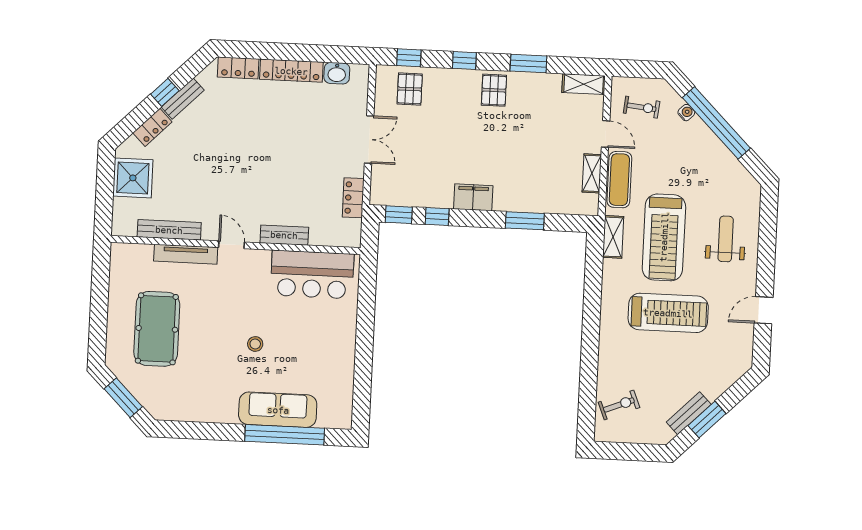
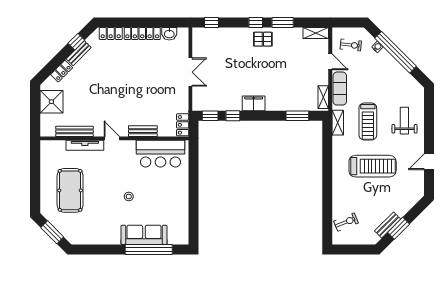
window: (464, 60) -> (256, 22), moved
pallet: (410, 89) -> (213, 41), removed
pallet: (494, 90) -> (263, 39), turned 90
window: (165, 92) -> (76, 42), moved
shelving: (592, 173) -> (323, 97), moved
locker: (353, 198) -> (183, 125), moved
window: (525, 221) -> (297, 116), moved
treadmill: (664, 237) -> (368, 122), width x0.73, depth x0.73

